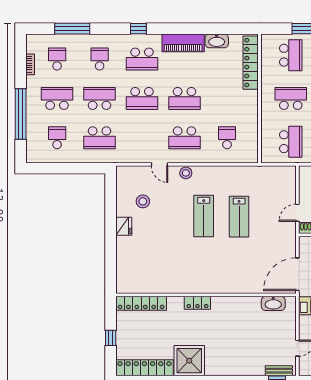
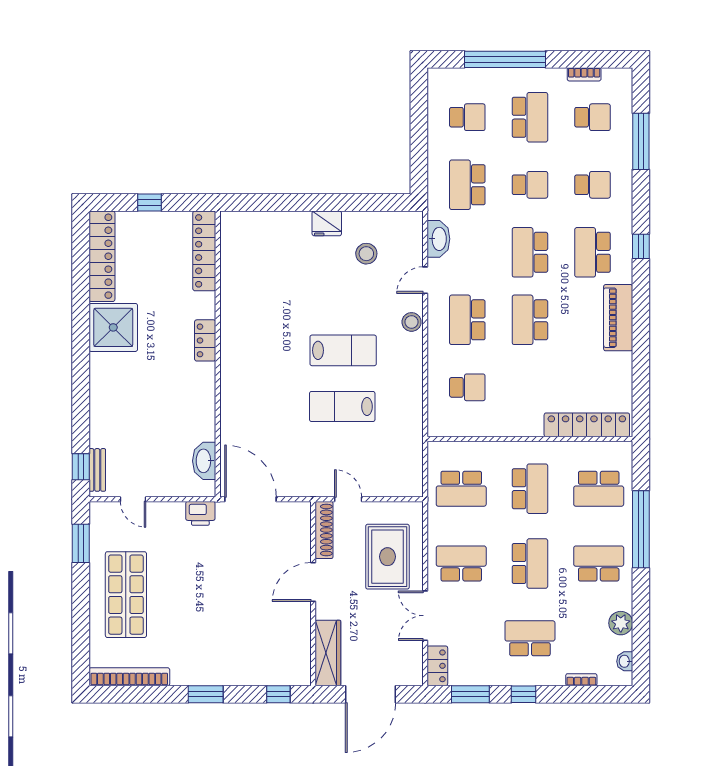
washbasin: (217, 41) -> (438, 239), moved, turned 180
school desk: (100, 98) -> (530, 185), width x0.54
lab bench: (204, 216) -> (343, 350), turned 180

